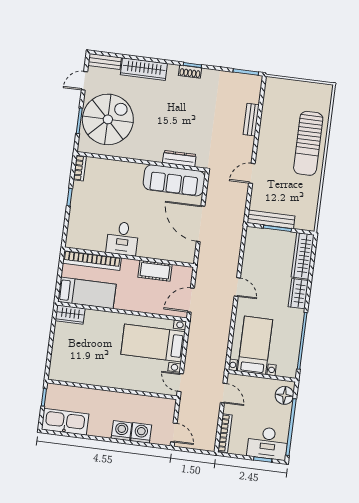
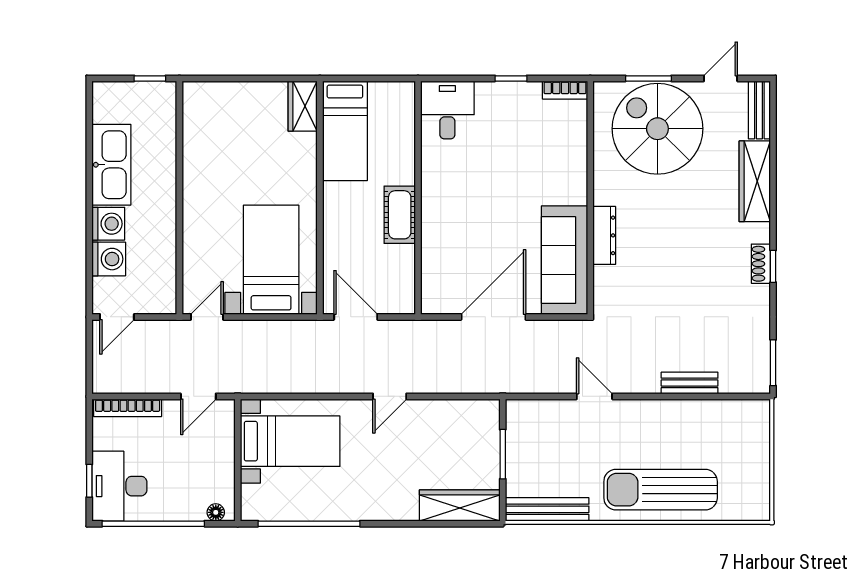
door: (84, 81) -> (721, 78), hinge flipped
spiral stairs: (108, 119) -> (657, 129), turned 180
dresser: (179, 159) -> (604, 235), moved
bench: (271, 219) -> (547, 509), moved, turned 90
desk: (123, 239) -> (447, 110), moved, turned 90
bookcase: (92, 260) -> (404, 133), removed
cot: (155, 271) -> (400, 215), moved
wardrobe: (298, 294) -> (392, 506), removed
floor lamp: (284, 395) -> (216, 512), width x0.53, depth x0.53
kitchen sink: (65, 422) -> (111, 165), moved

